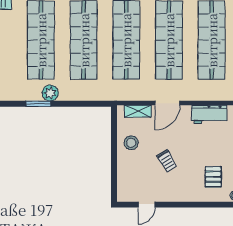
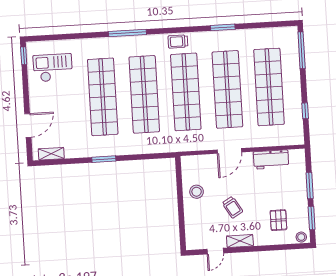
plant: (50, 93) -> (115, 148), removed
shelving: (138, 111) -> (240, 241), moved

